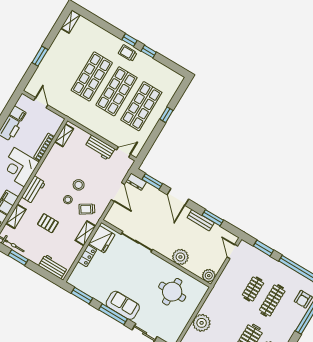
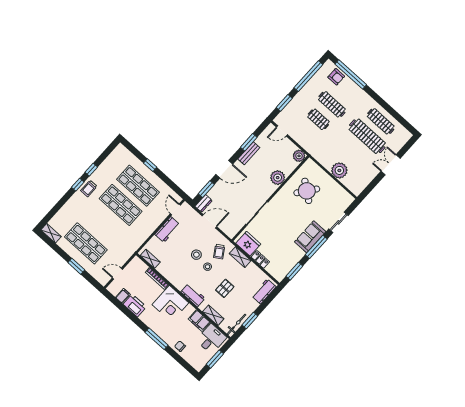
shop shelf: (92, 76) -> (86, 243), moved
round table: (172, 292) -> (307, 191), turned 37

